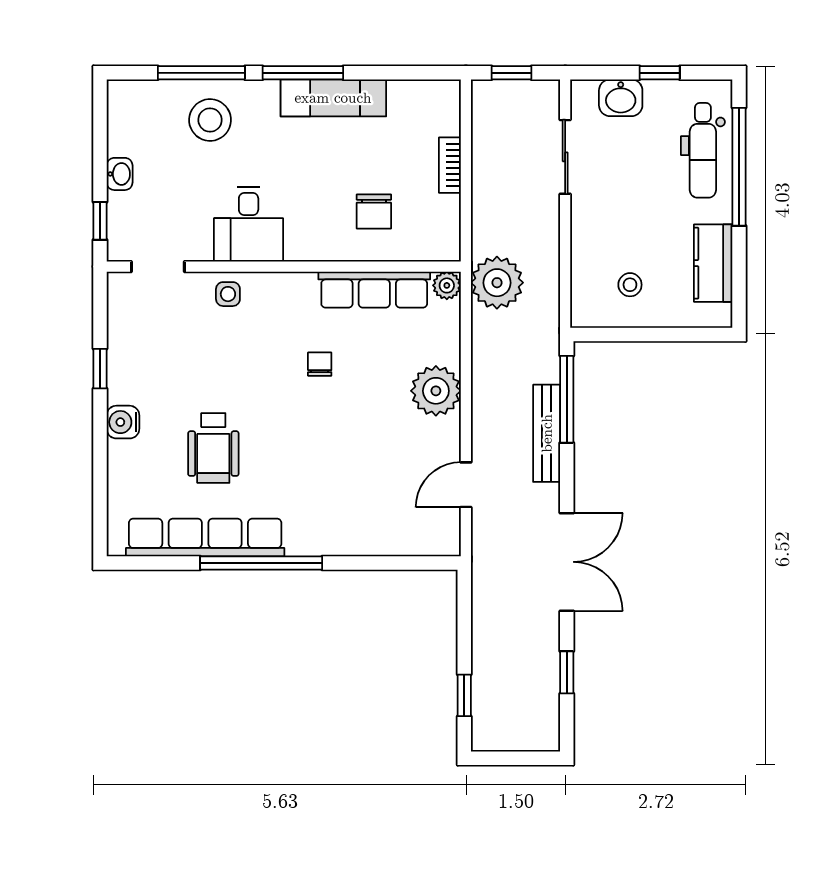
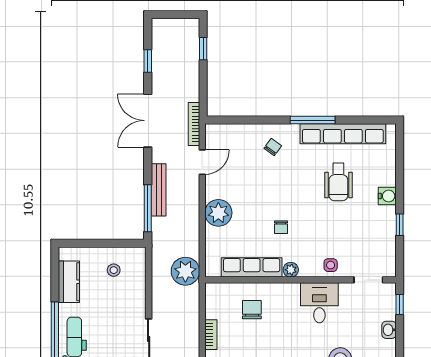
plant: (447, 285) -> (291, 270), moved
wheelchair: (213, 448) -> (338, 182), turned 180
chair: (335, 513) -> (273, 147), added
bookcase: (481, 556) -> (194, 124), added
window: (261, 563) -> (313, 120), width x0.68

